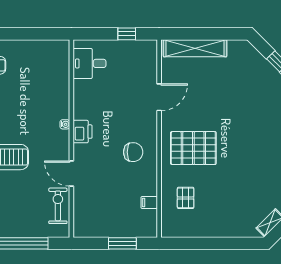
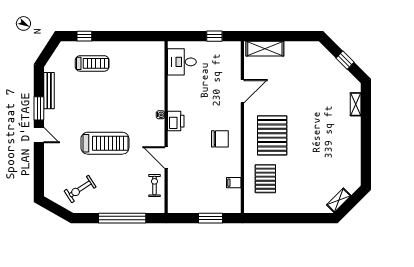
shelving: (195, 48) -> (265, 49), width x0.68
pallet: (193, 148) -> (272, 135), turned 90
pallet: (186, 198) -> (265, 179), width x1.50, depth x1.42
exercise bike: (58, 206) -> (154, 186), width x0.73, depth x0.72

